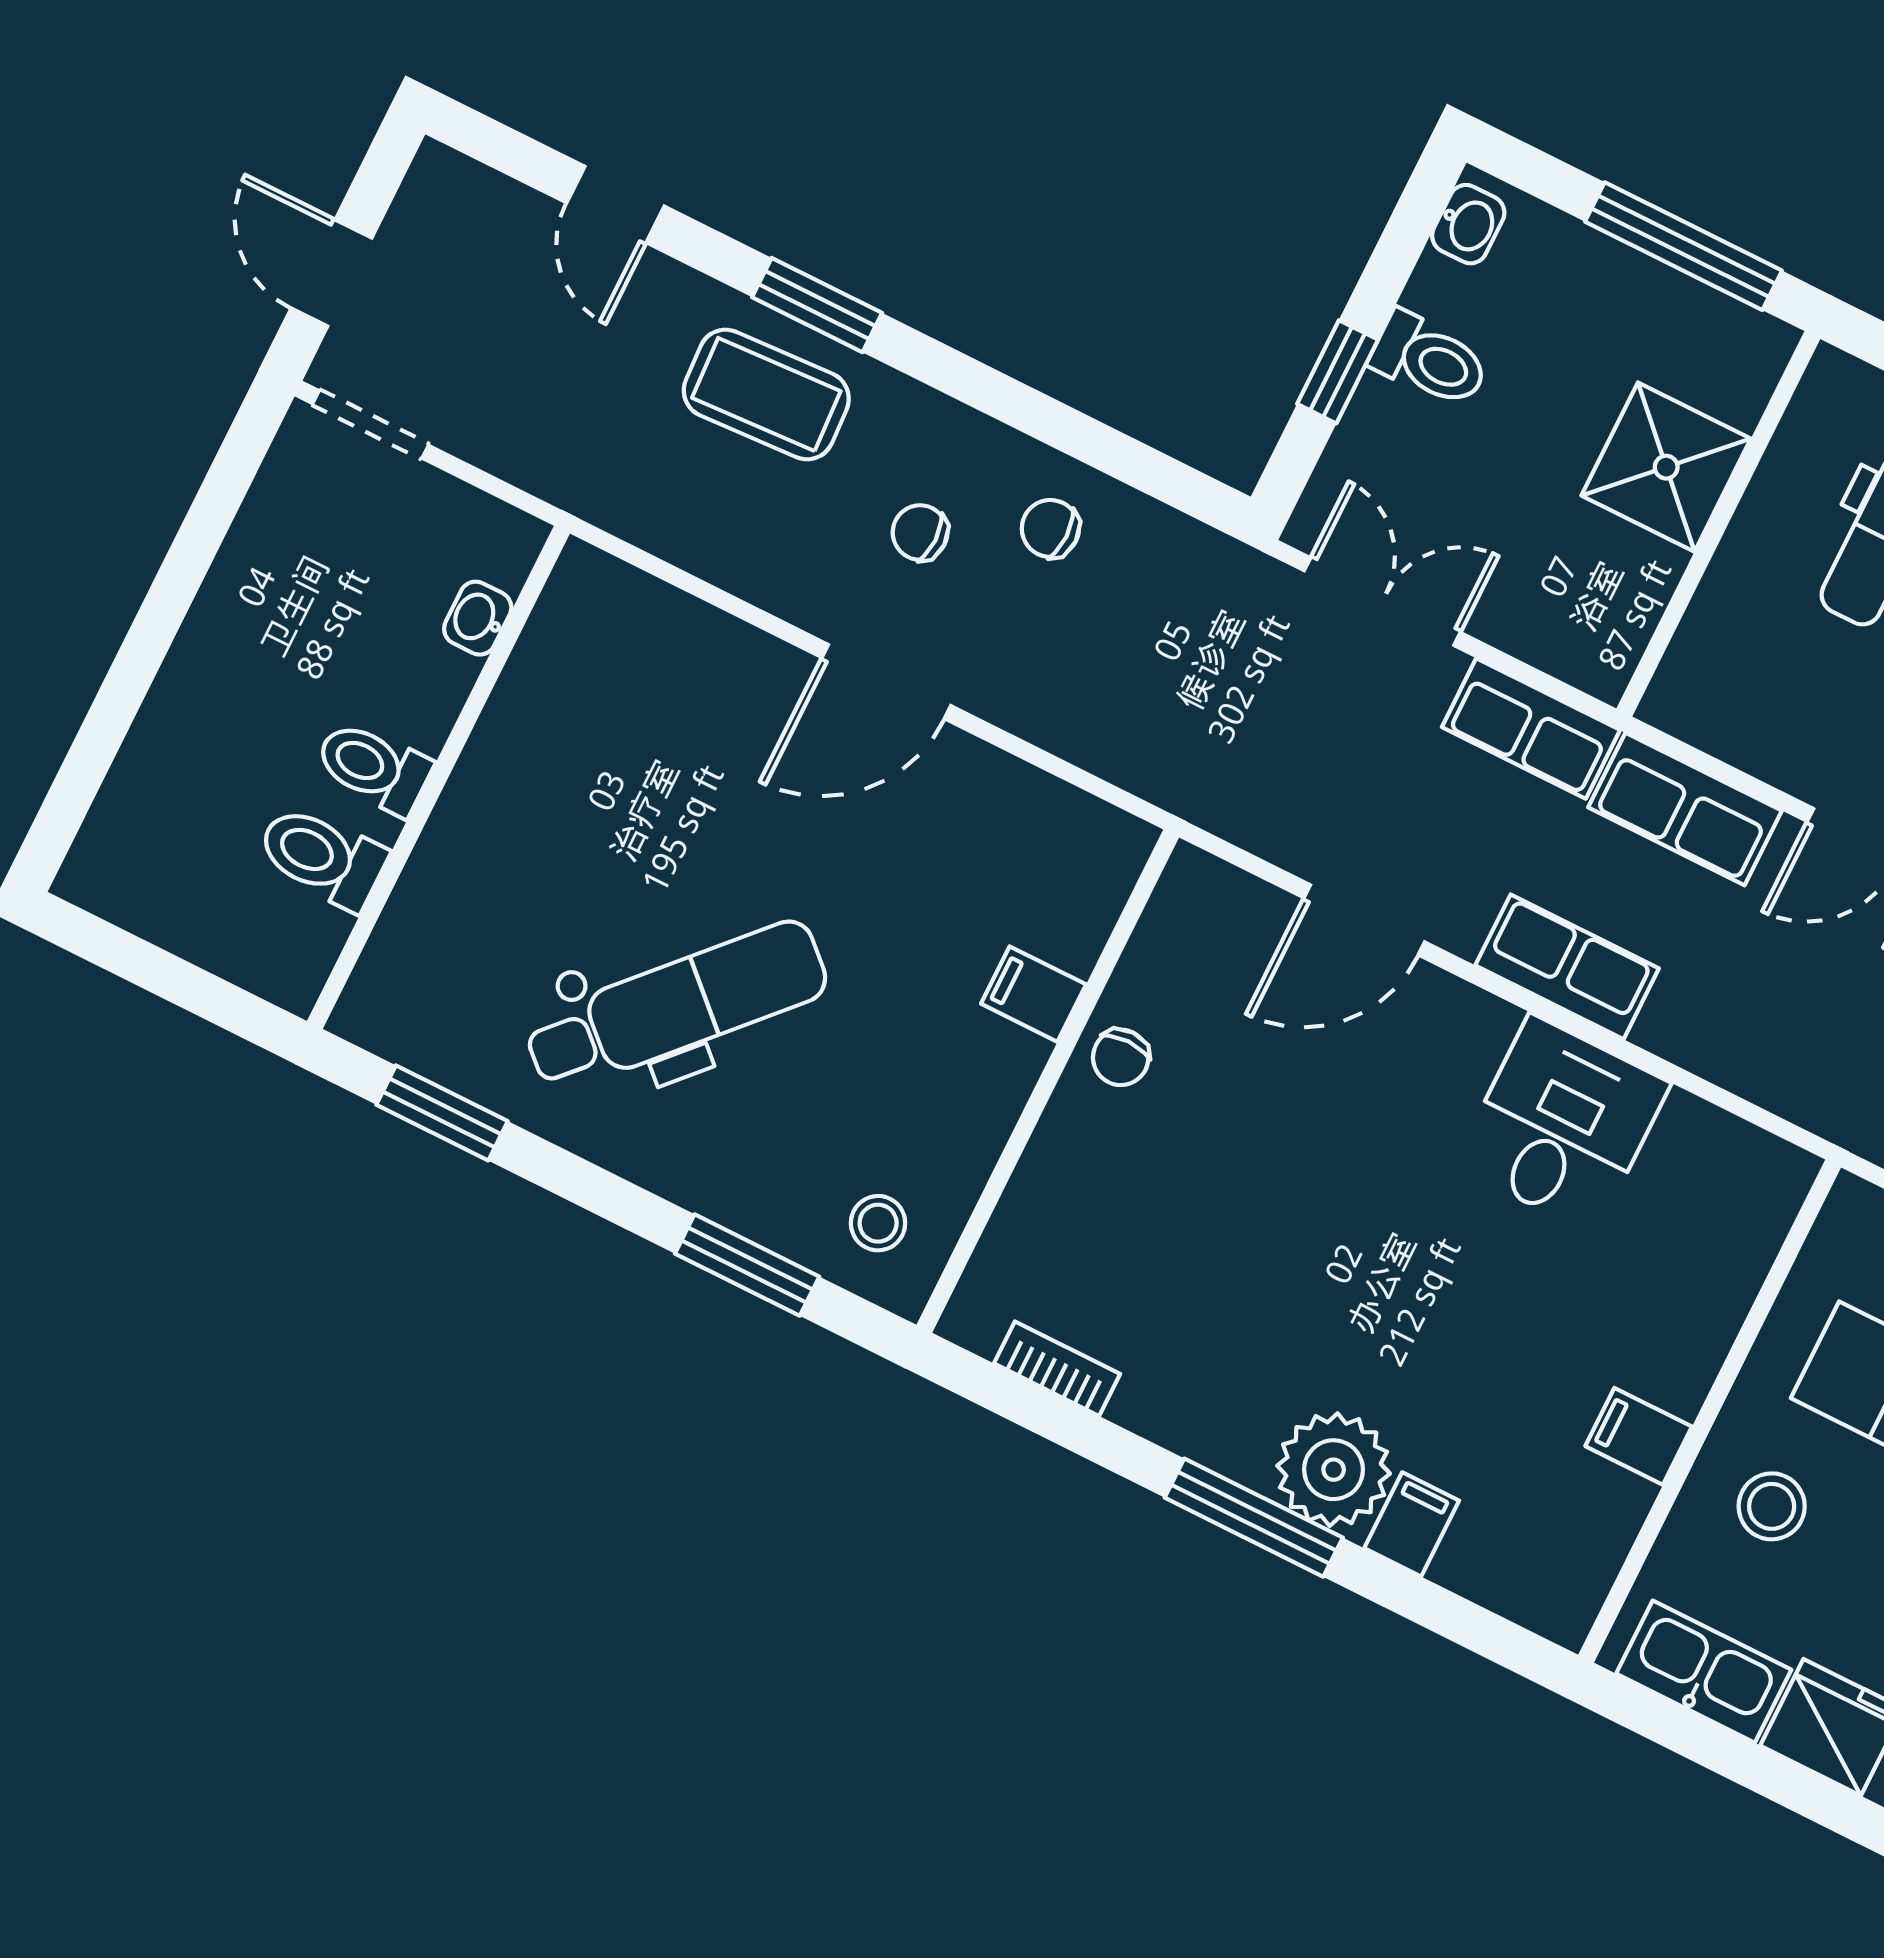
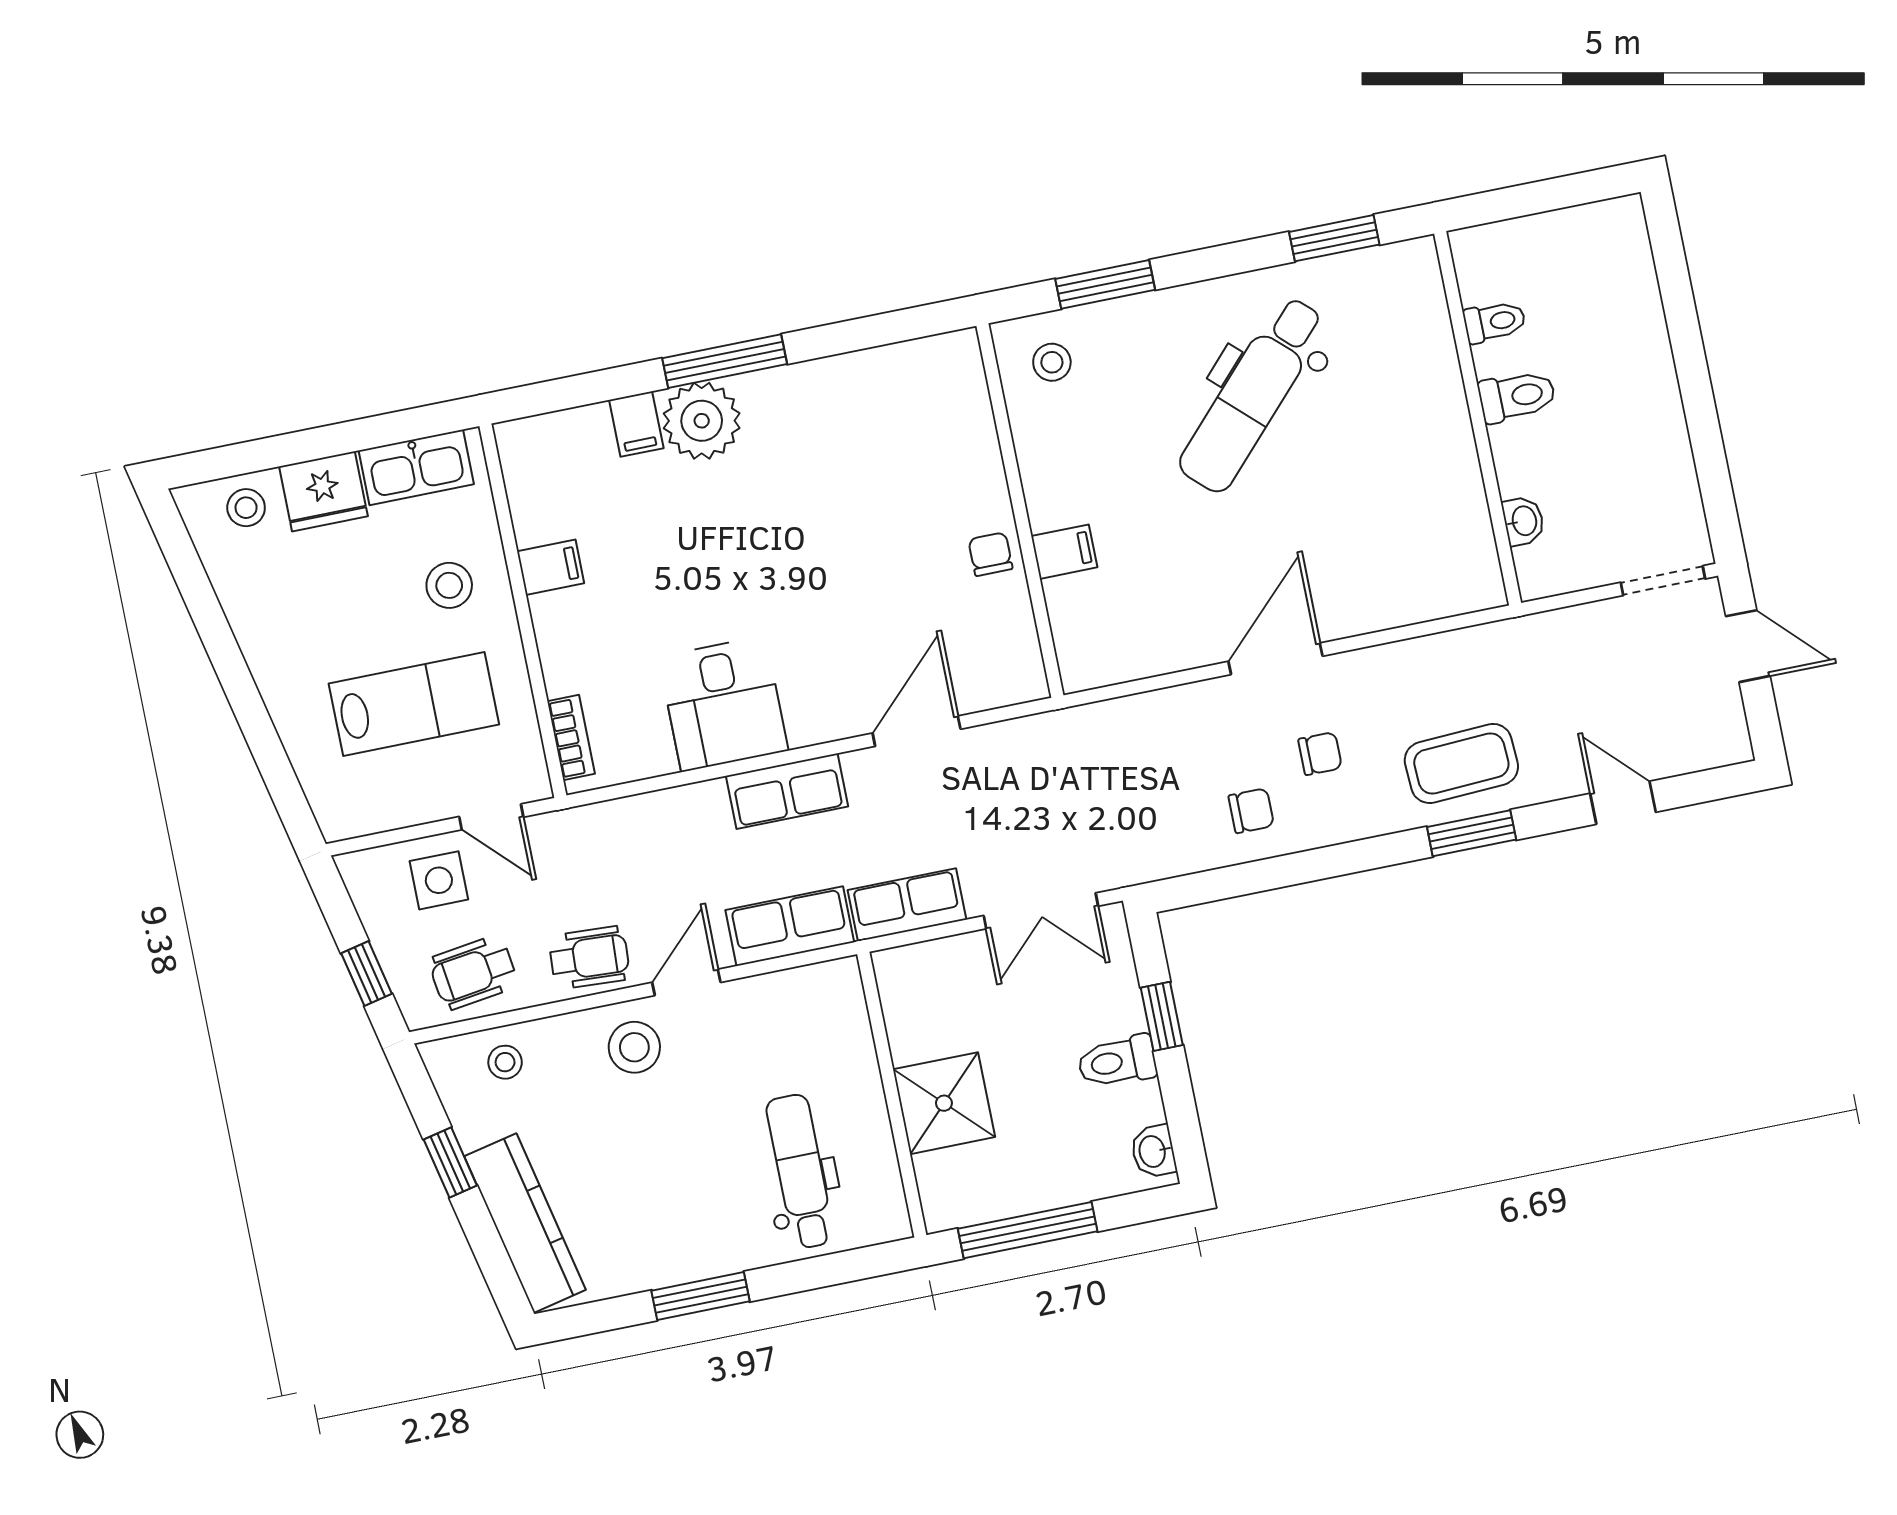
toilet: (322, 857) -> (1494, 322), width x0.73, depth x0.72
bookcase: (1057, 1369) -> (571, 738), moved, turned -90

